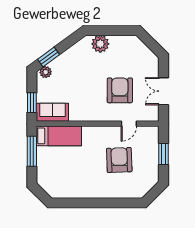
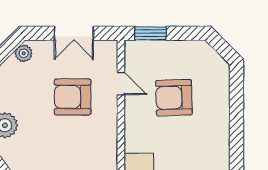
plant: (150, 57) -> (24, 53), added
window: (163, 154) -> (150, 33), moved

